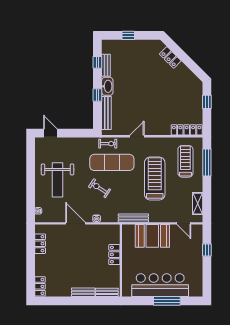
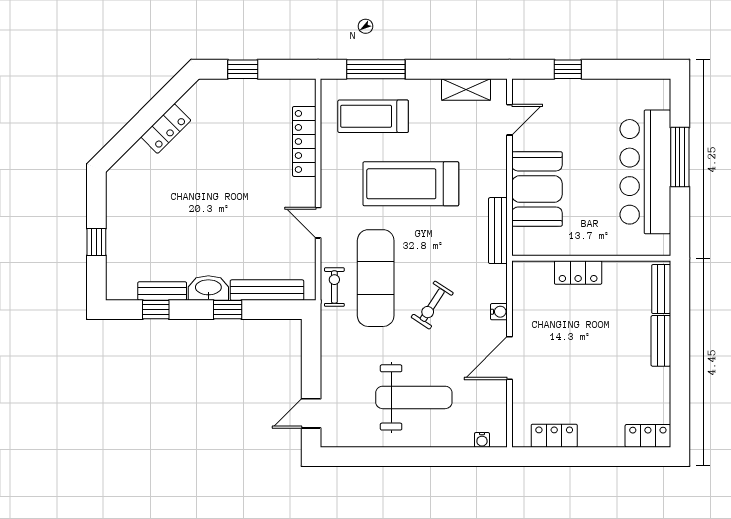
locker: (170, 57) -> (166, 129), moved
locker: (187, 130) -> (304, 141), moved

